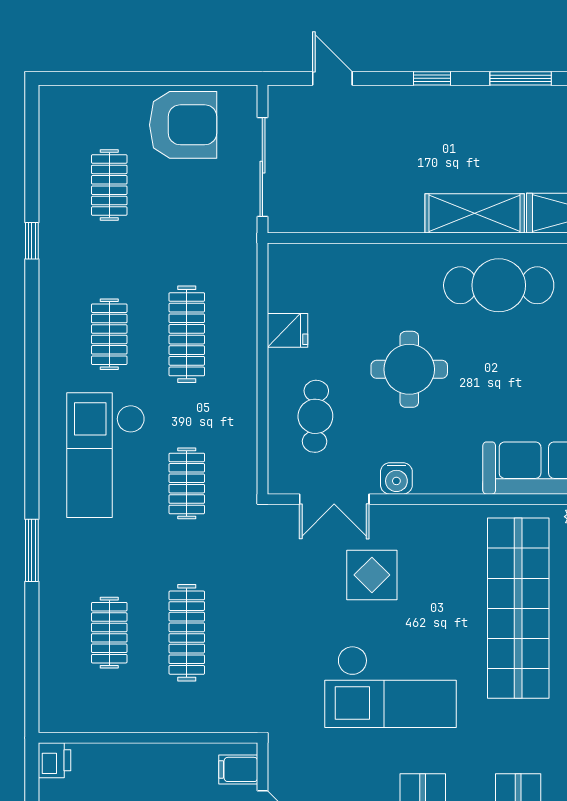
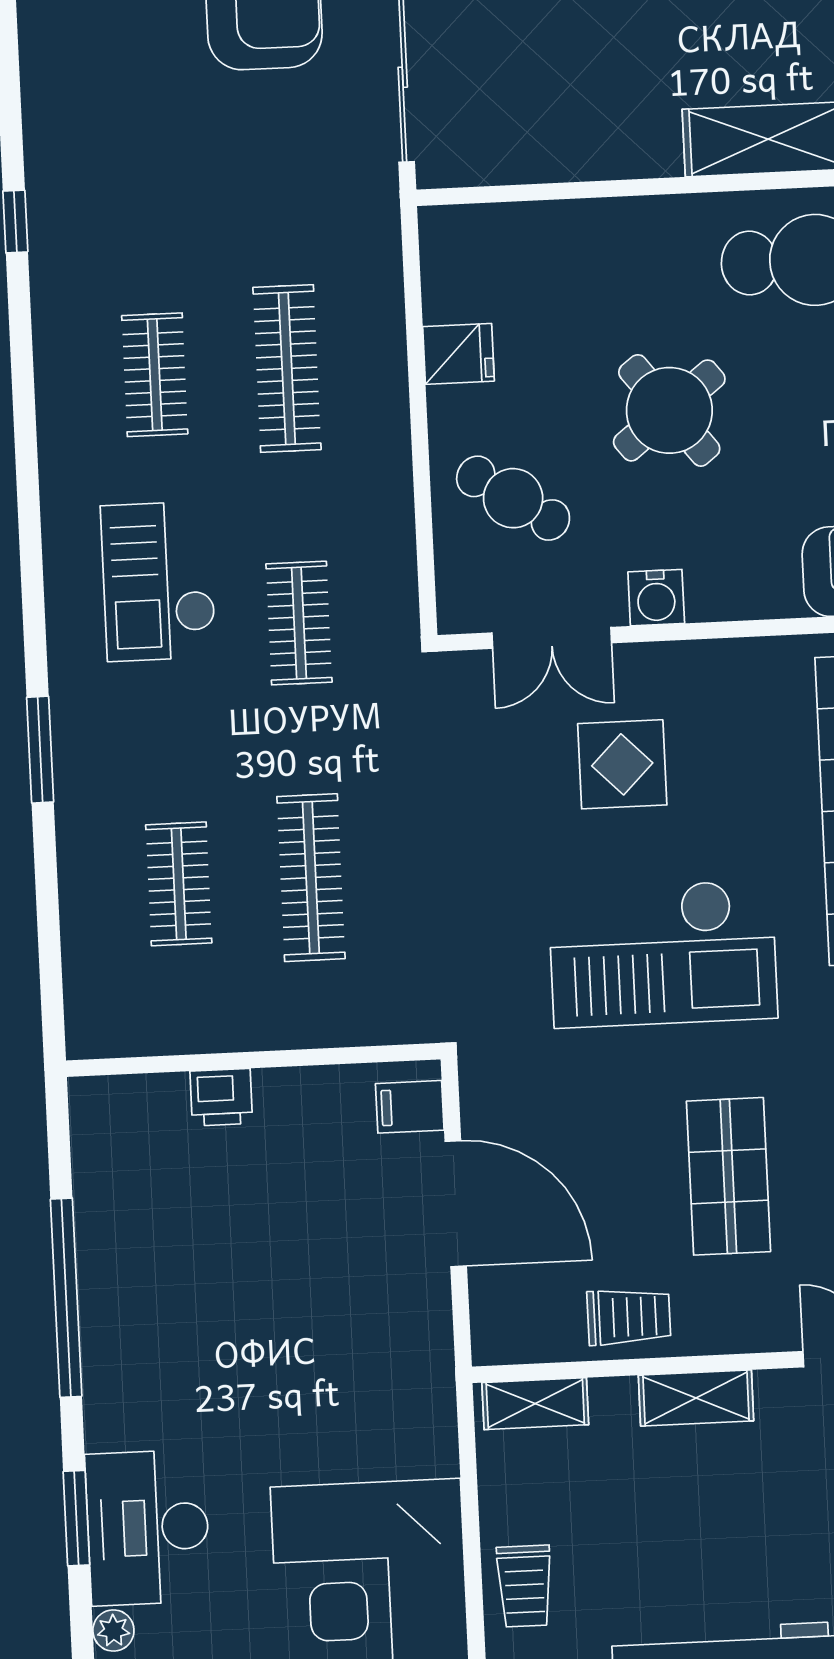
clothes rail: (109, 185) -> (143, 120), removed
round table: (409, 369) -> (669, 410), turned -38
cafe table: (315, 416) -> (513, 498), turned -59
checkout: (106, 455) -> (159, 581), width x0.73, depth x0.83
printer: (54, 760) -> (221, 1097), moved, turned 90

